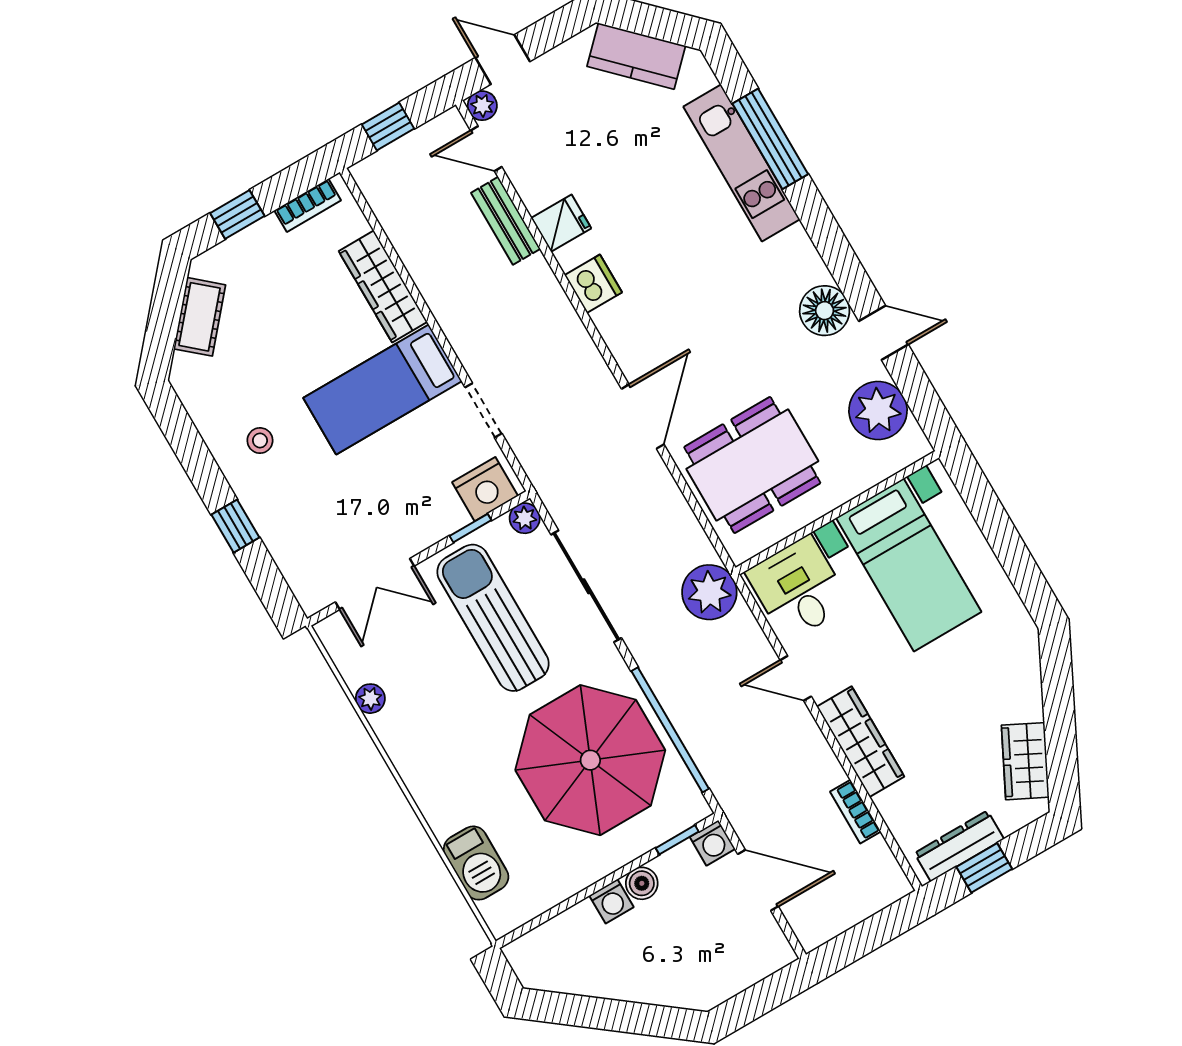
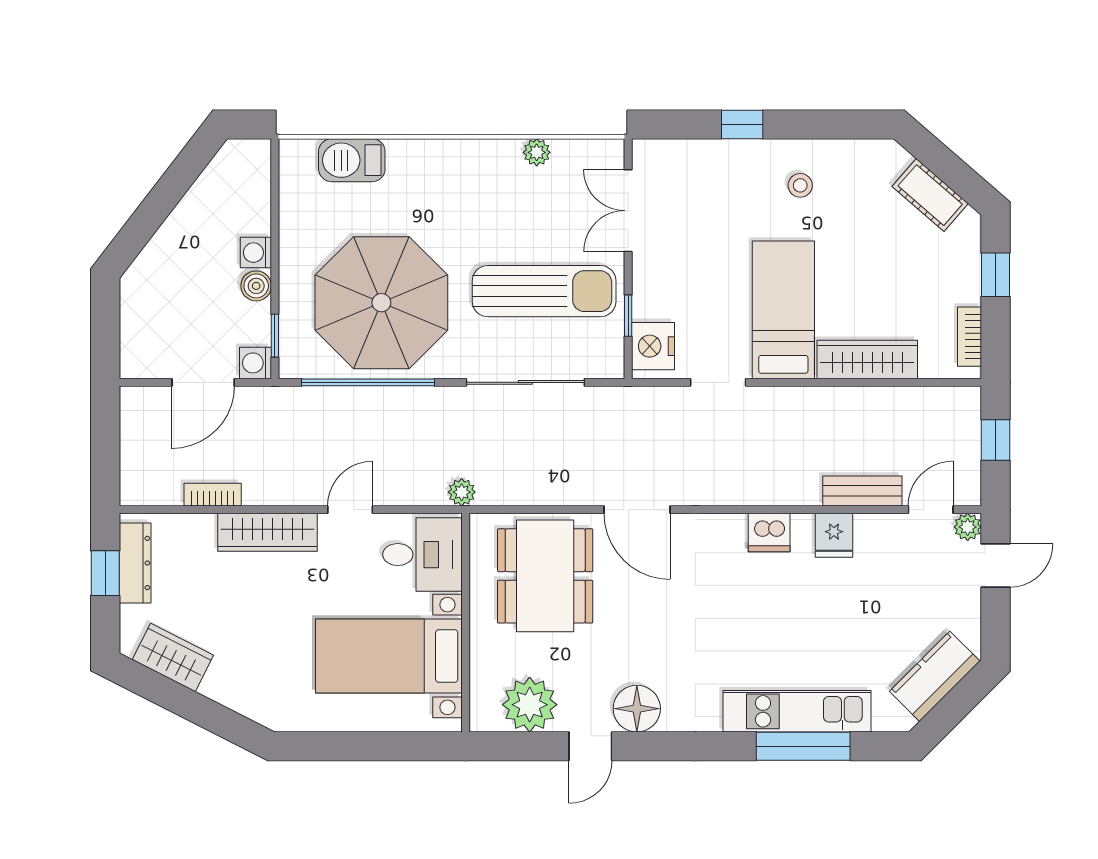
plant: (525, 518) -> (610, 365), removed
plant: (709, 592) -> (462, 492), width x0.53, depth x0.53

